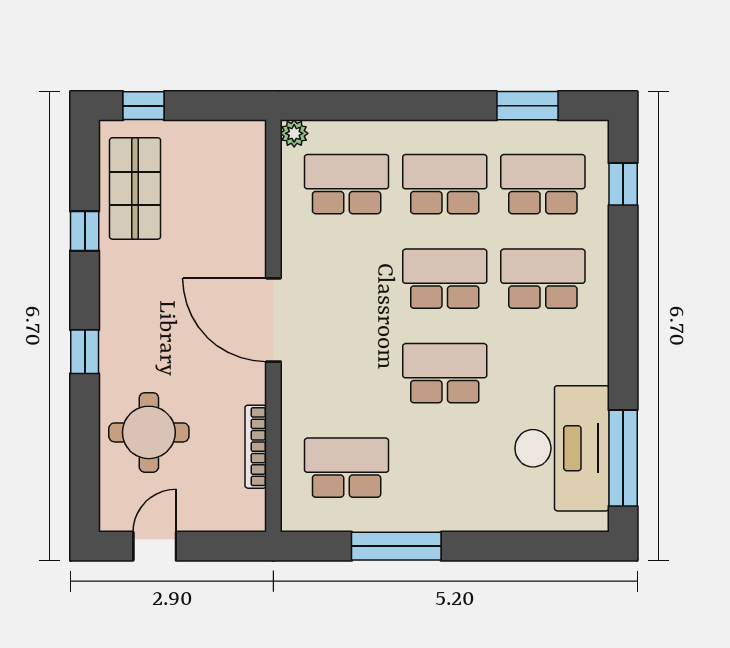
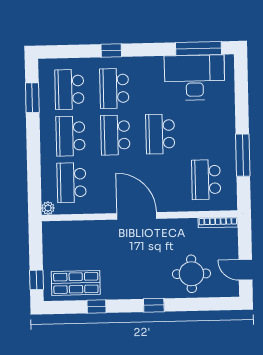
window: (623, 184) -> (111, 50), moved
door: (273, 320) -> (137, 216), swing flipped
bookcase: (256, 447) -> (218, 222), moved

